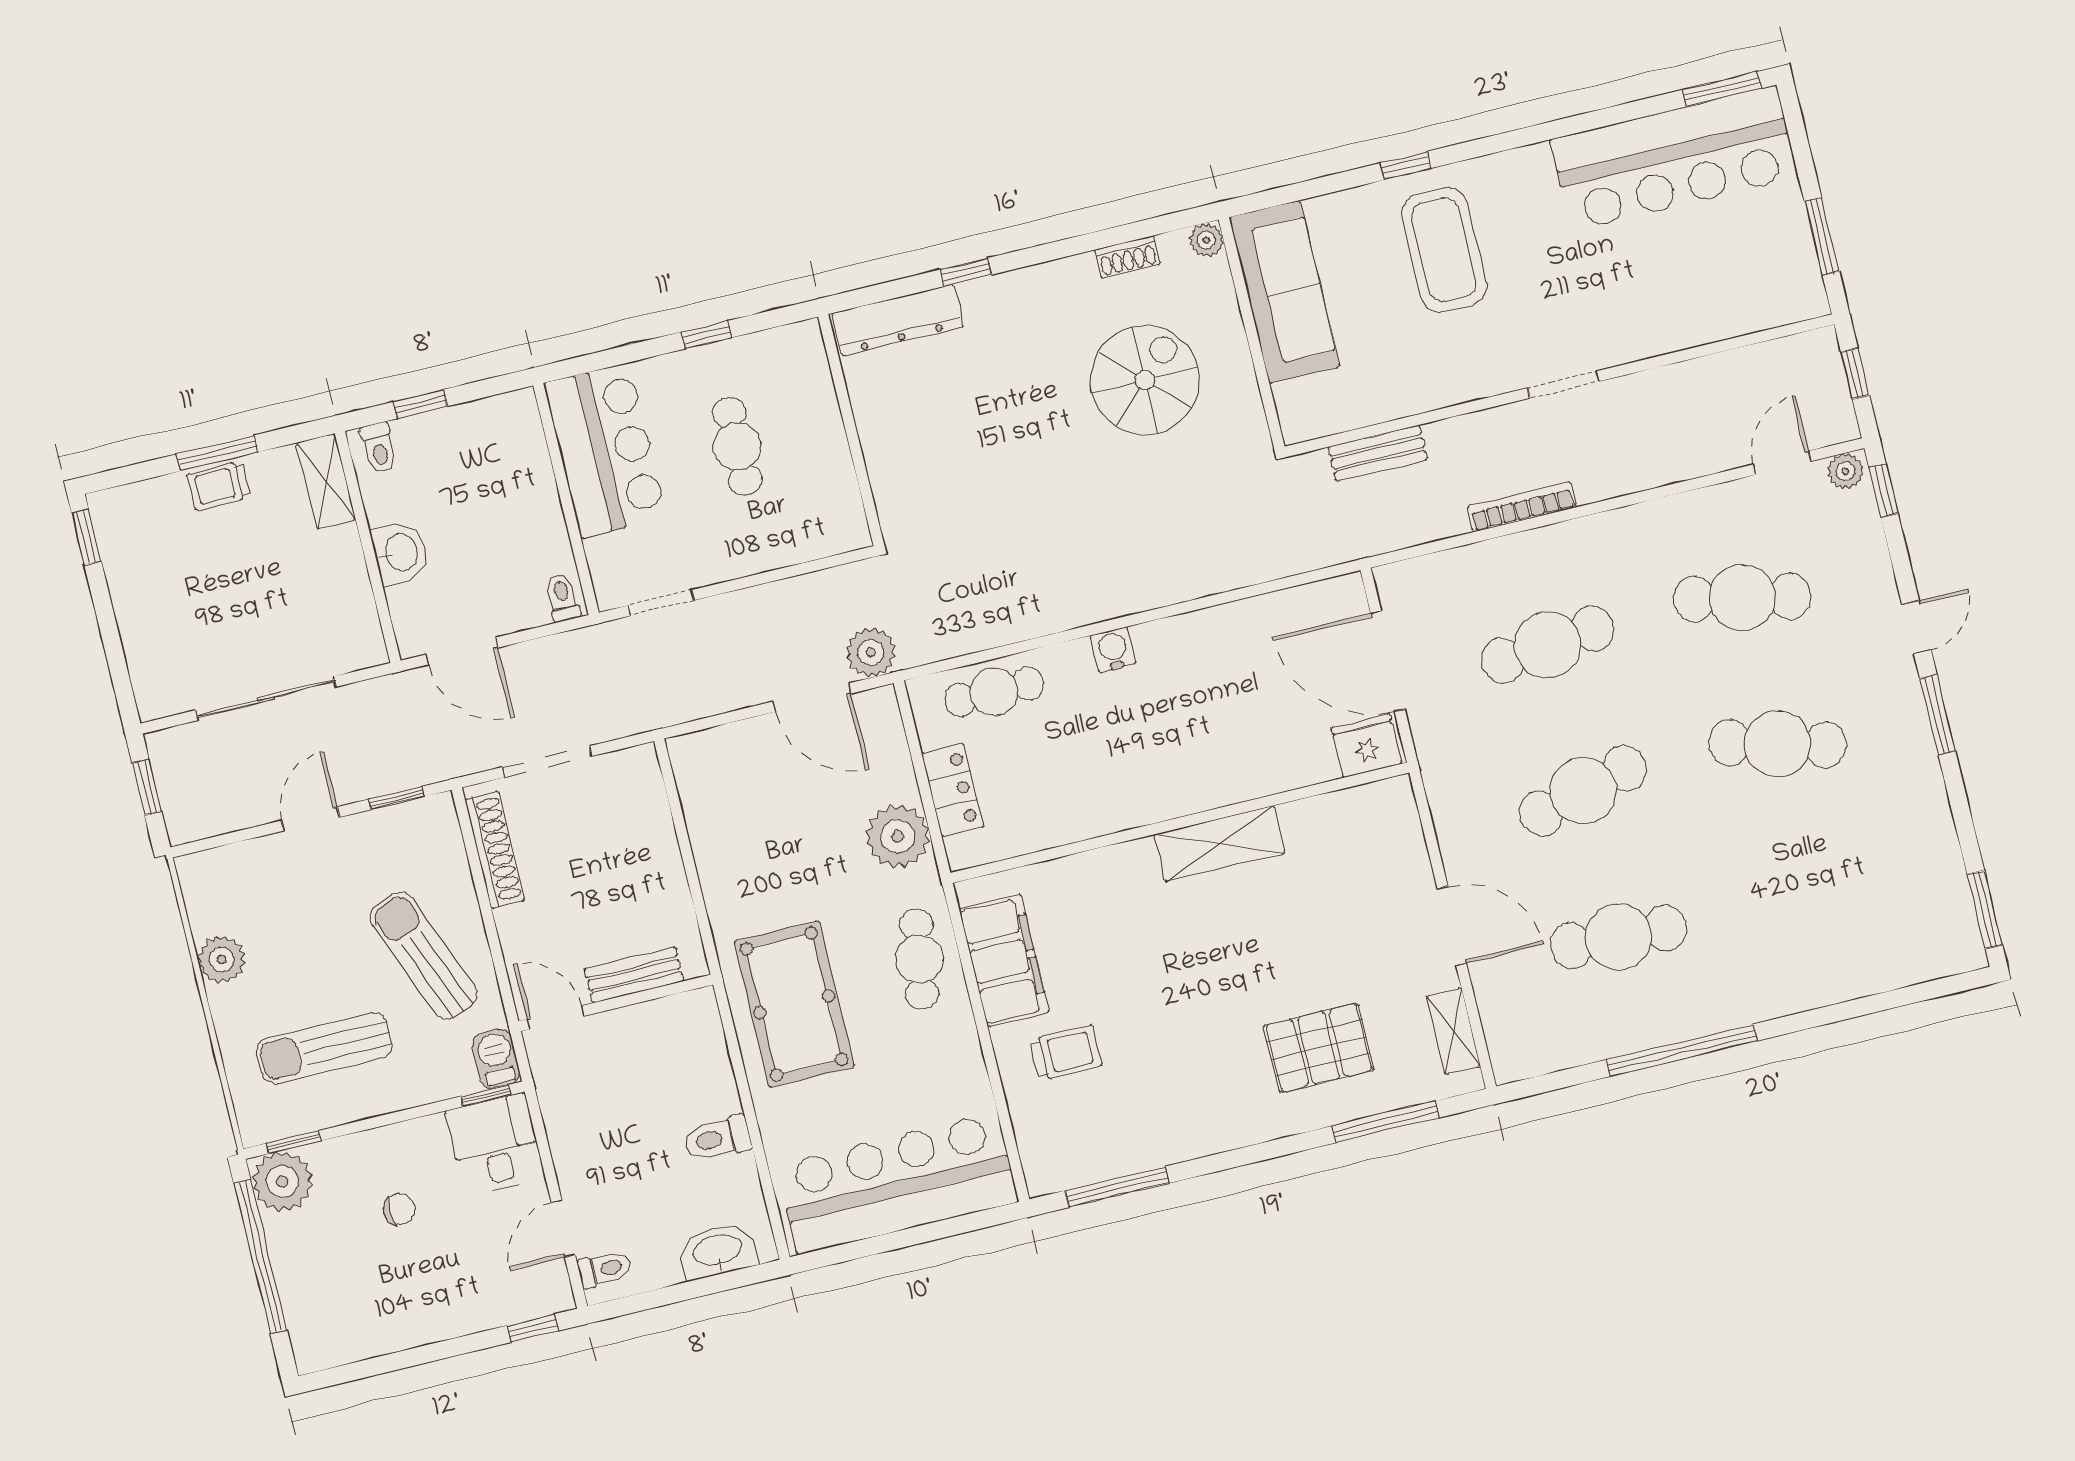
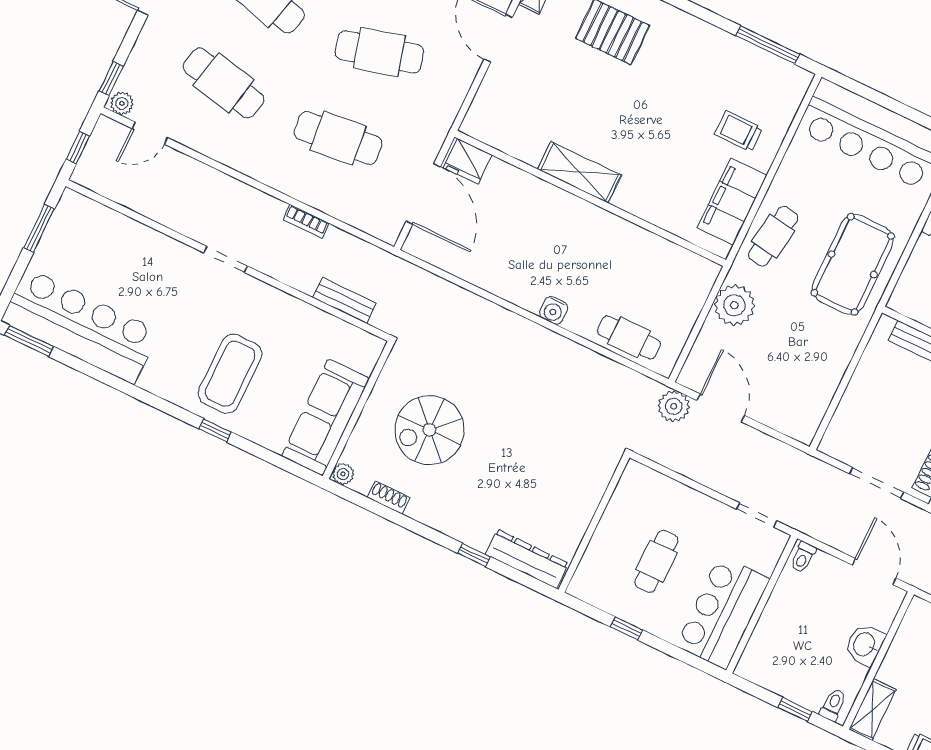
bookcase: (1522, 507) -> (306, 221), width x0.64
locker: (953, 790) -> (689, 306), removed

